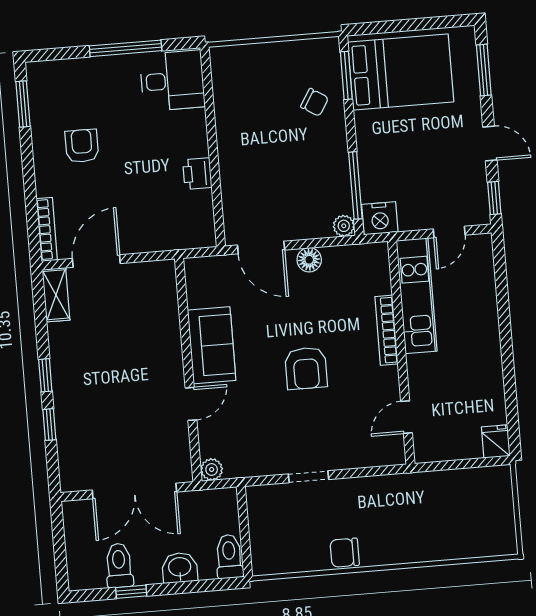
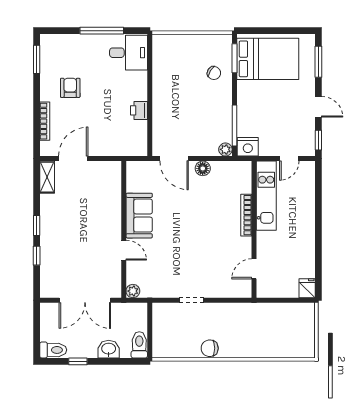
bookcase: (47, 229) -> (45, 121), moved
armchair: (306, 368) -> (195, 234), removed
door: (191, 404) -> (124, 250), hinge flipped
toilet: (119, 565) -> (53, 350), moved, turned 90

